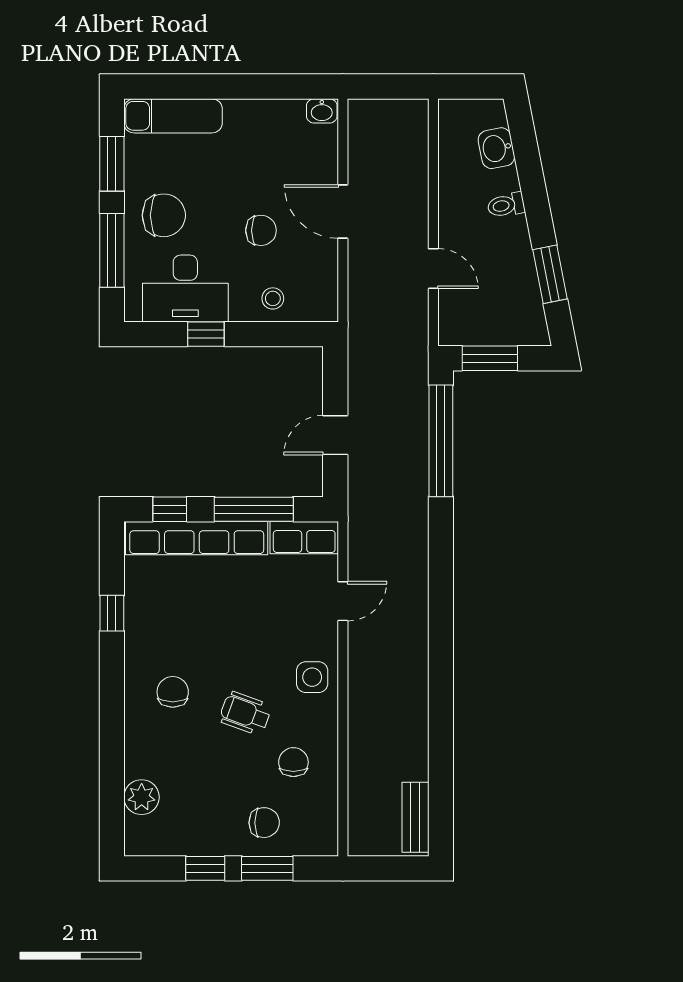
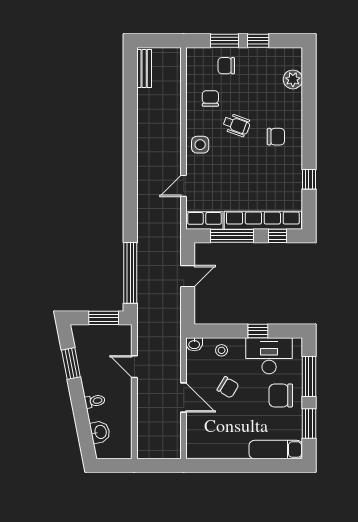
washbasin: (322, 111) -> (194, 344), moved, turned 180
chair: (261, 230) -> (228, 387), turned -149
chair: (173, 692) -> (276, 137), turned -90
chair: (293, 762) -> (210, 98), turned 180

